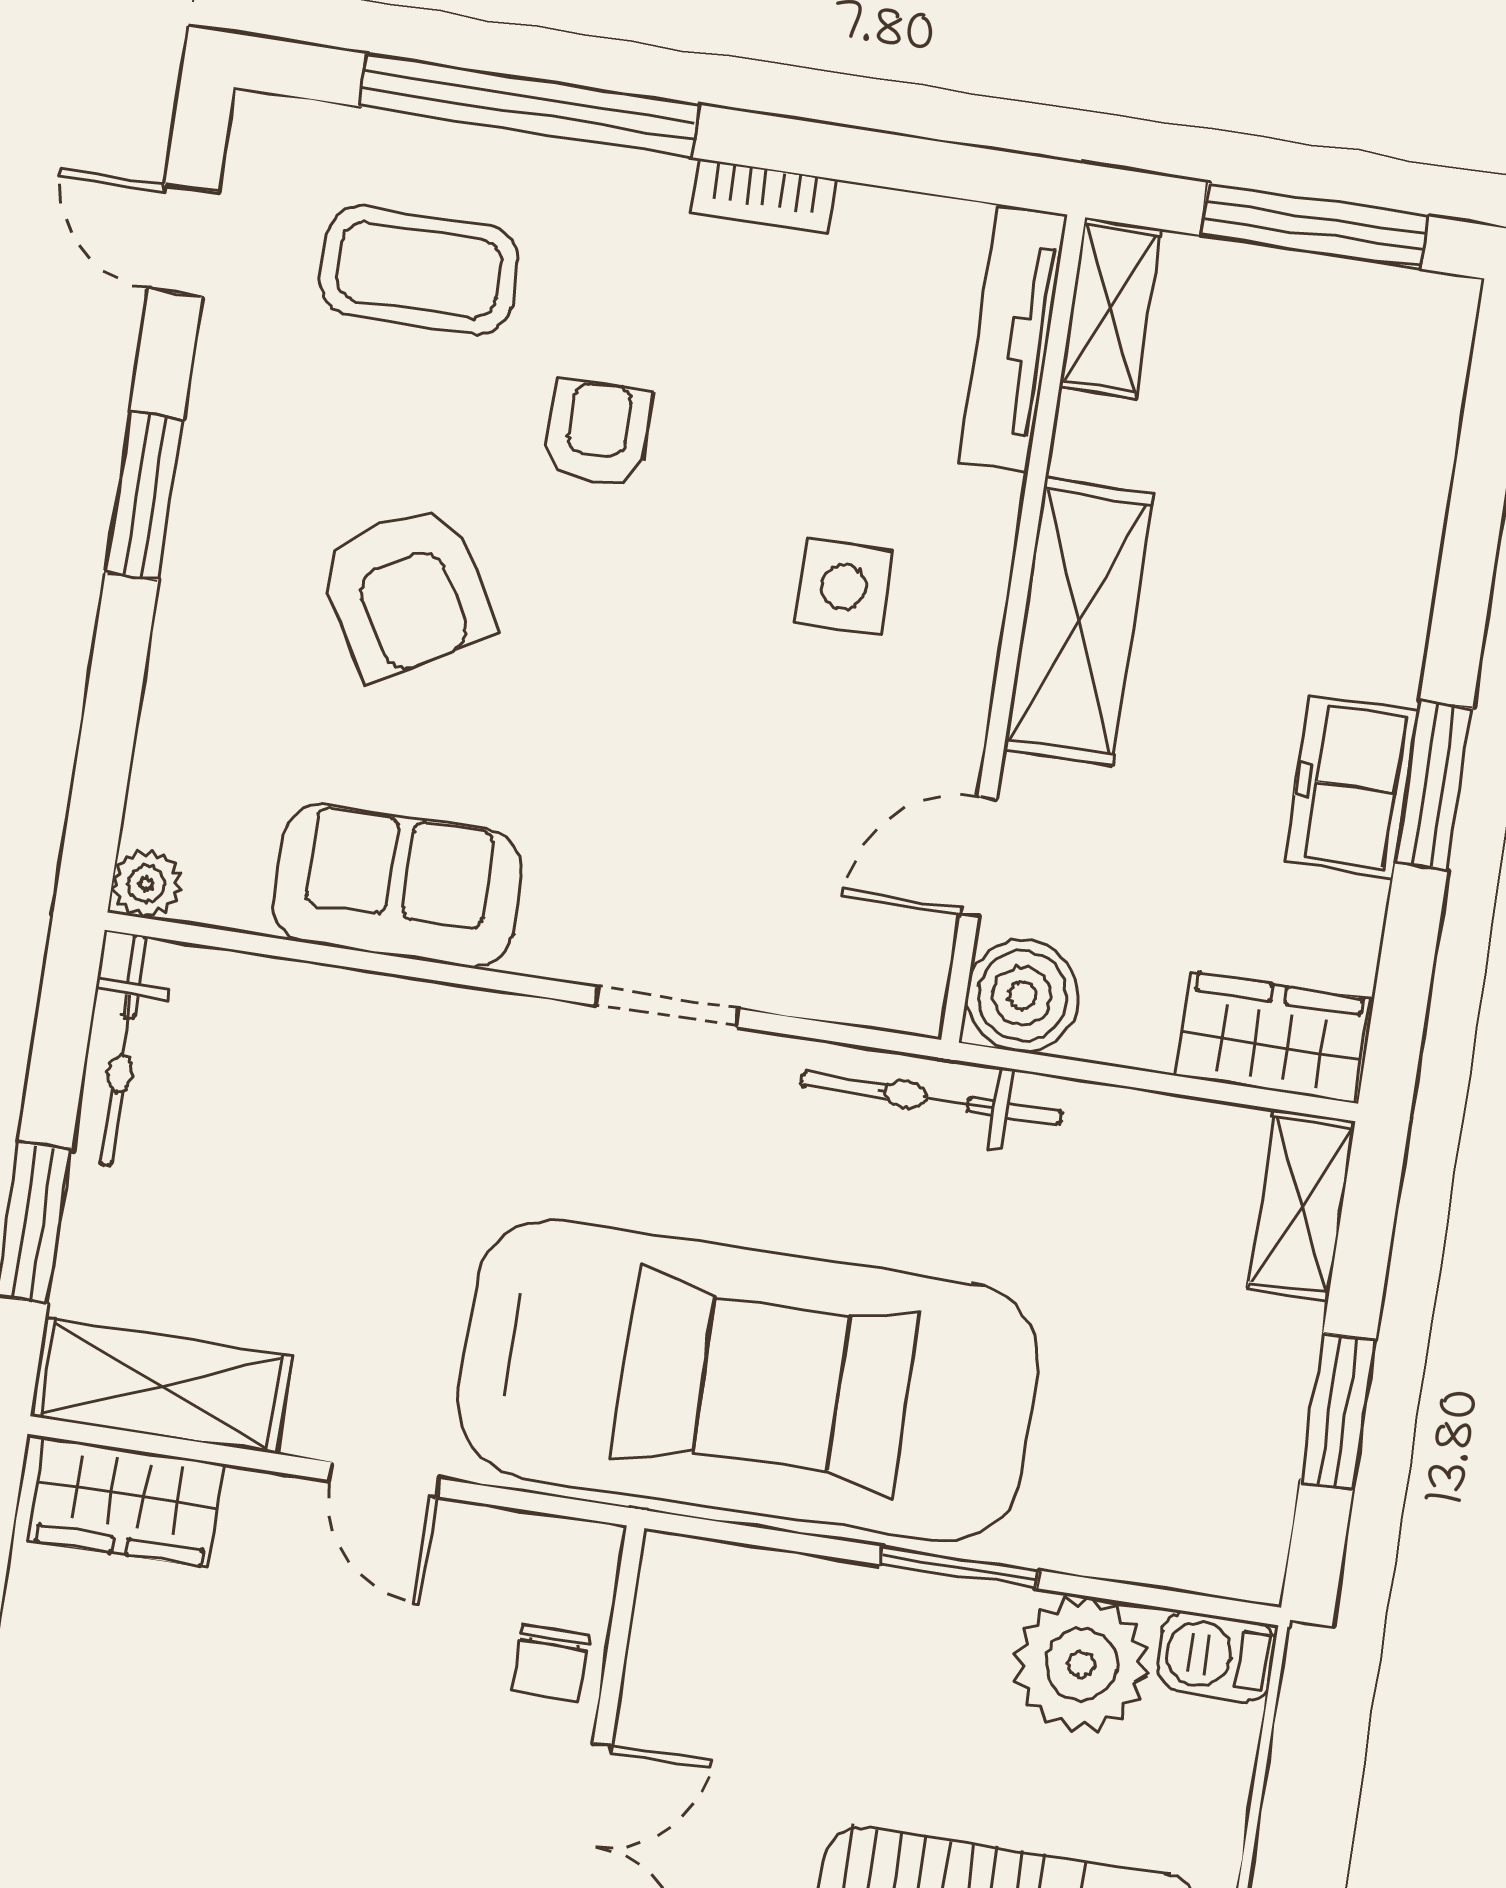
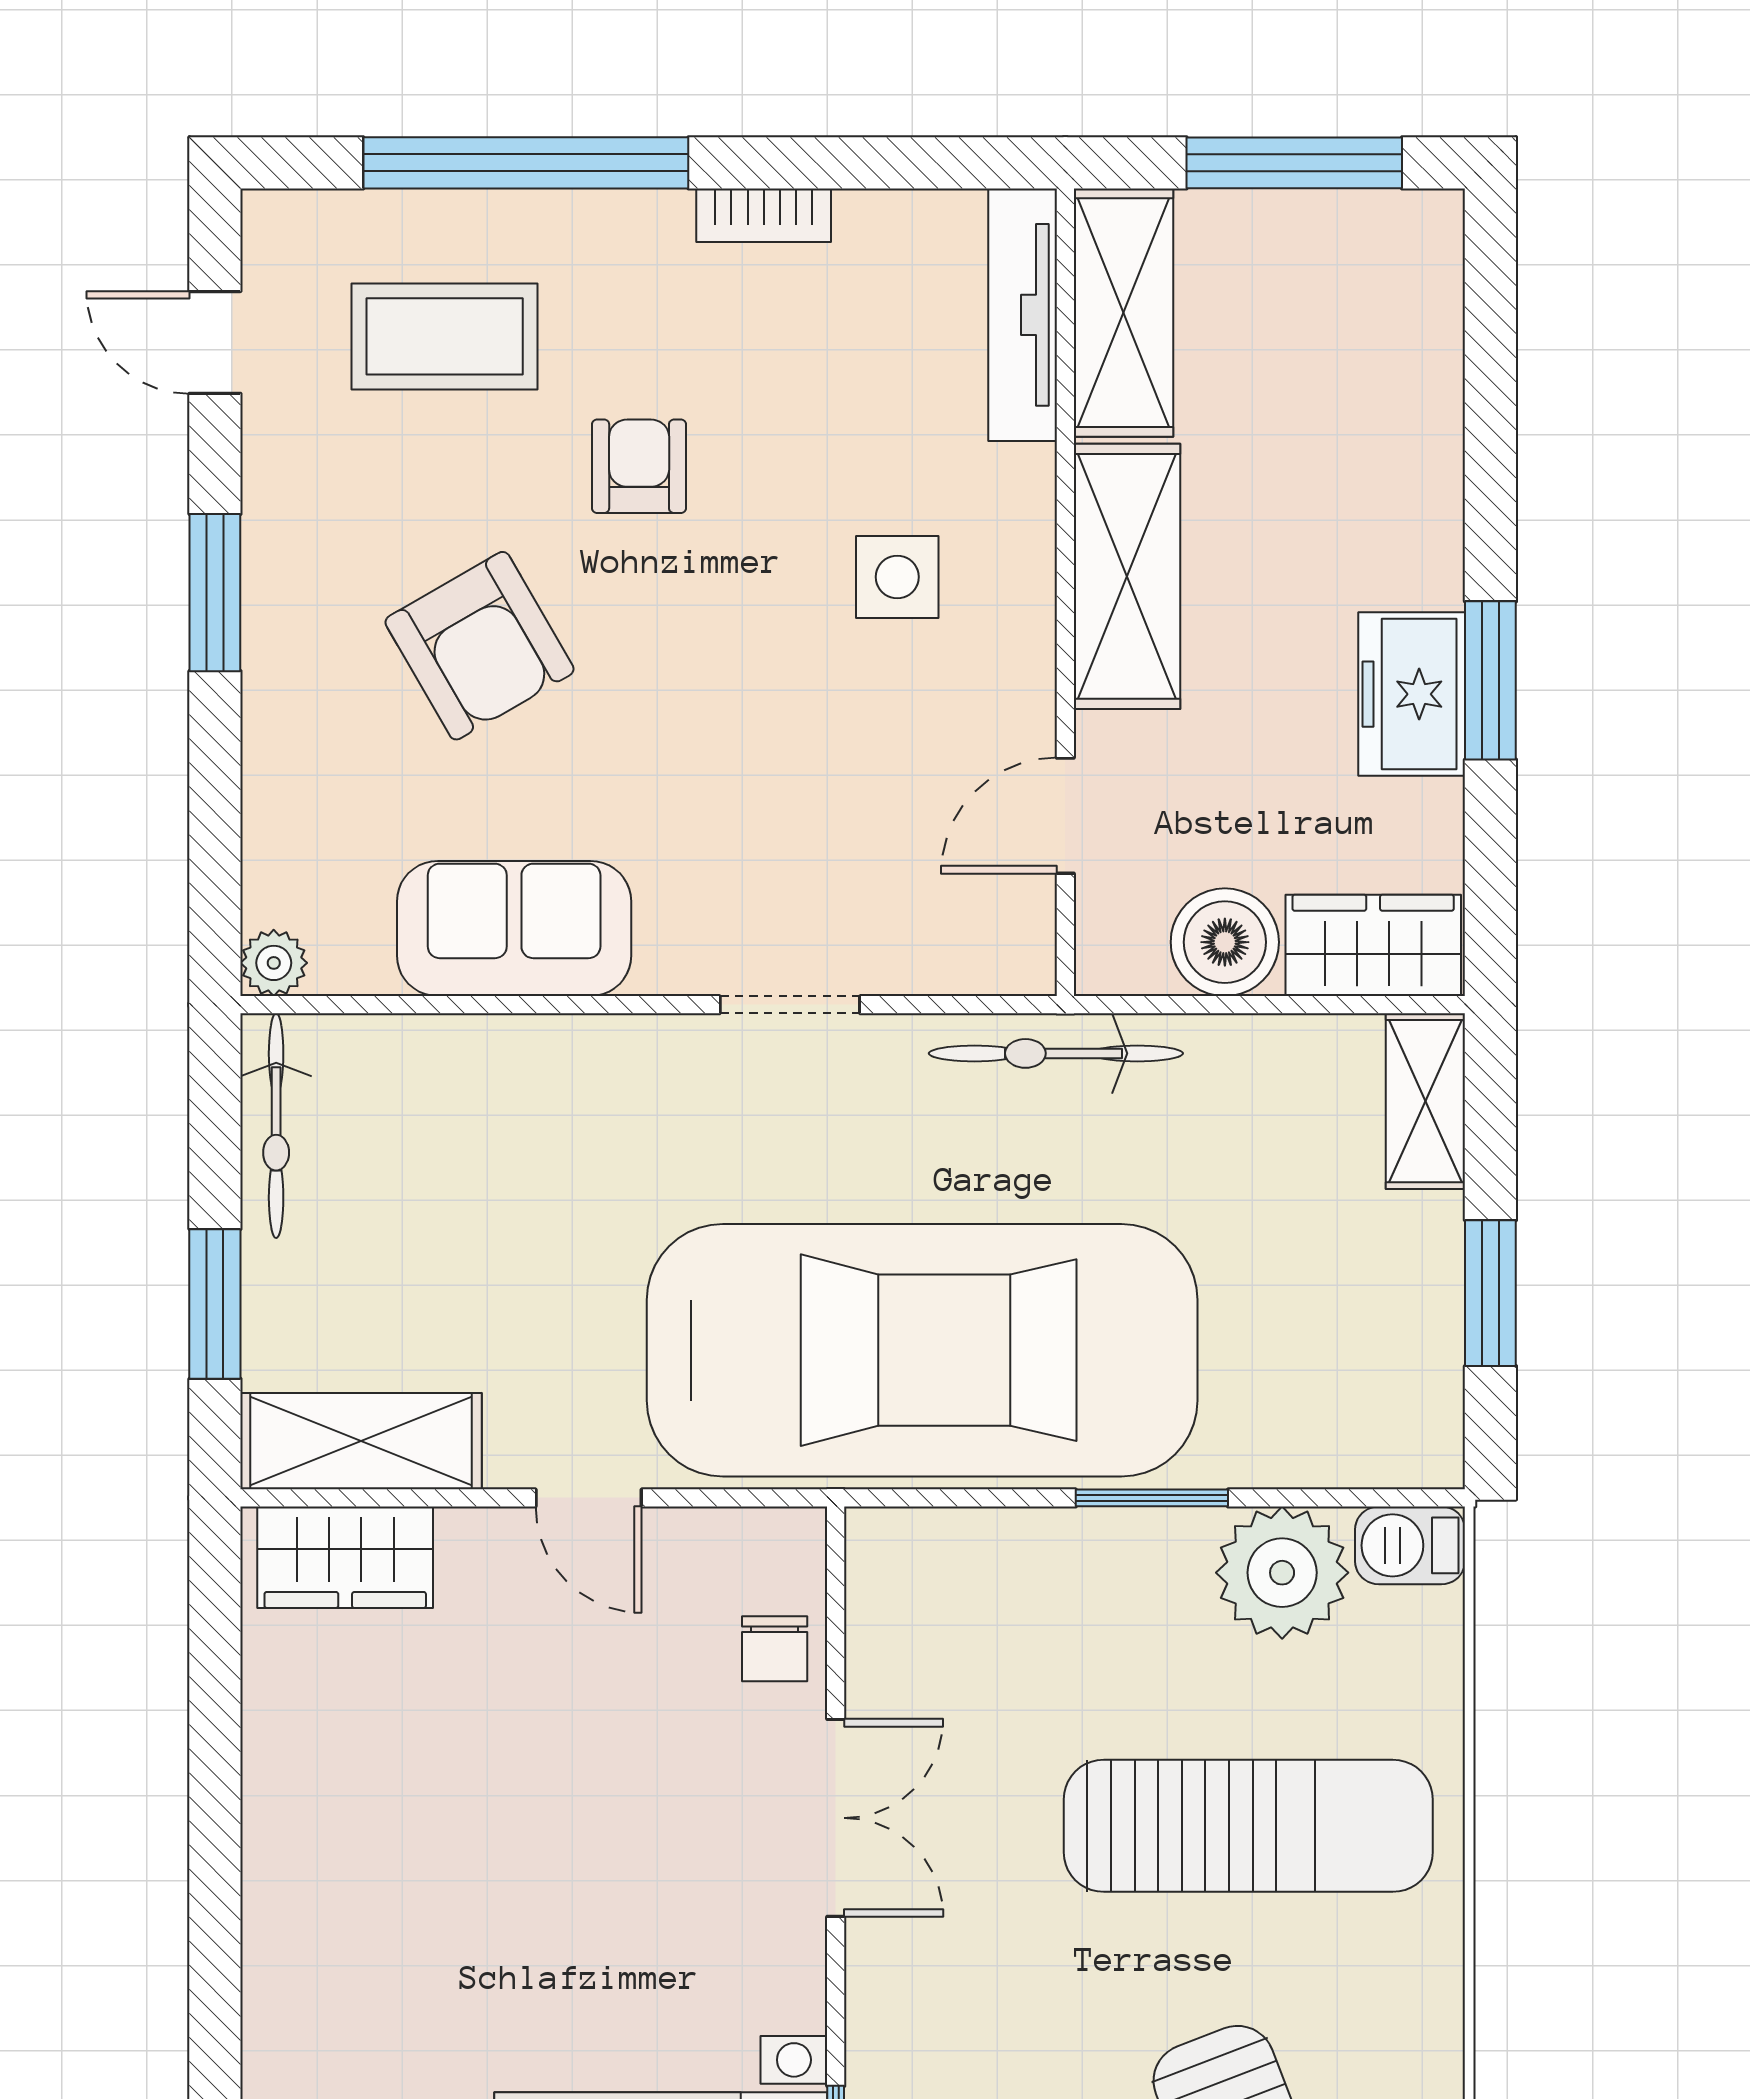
shelving: (1110, 308) -> (1123, 313), width x1.50, depth x1.33
boiler: (1022, 996) -> (1225, 942), moved

